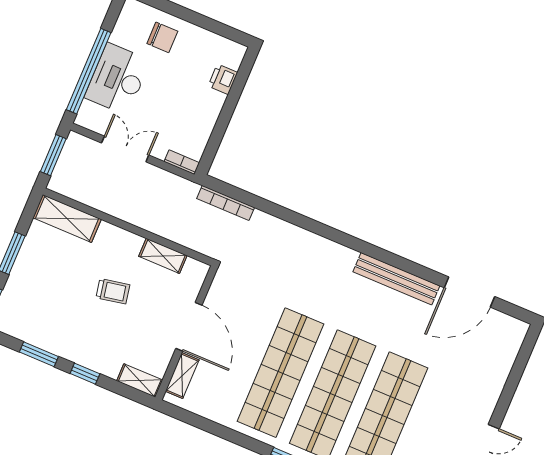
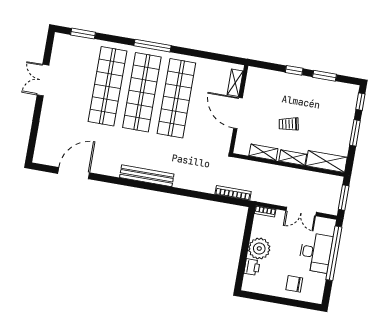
plant: (205, 106) -> (259, 249), added
bench: (396, 279) -> (147, 176), moved
shelving: (140, 381) -> (293, 158), moved

